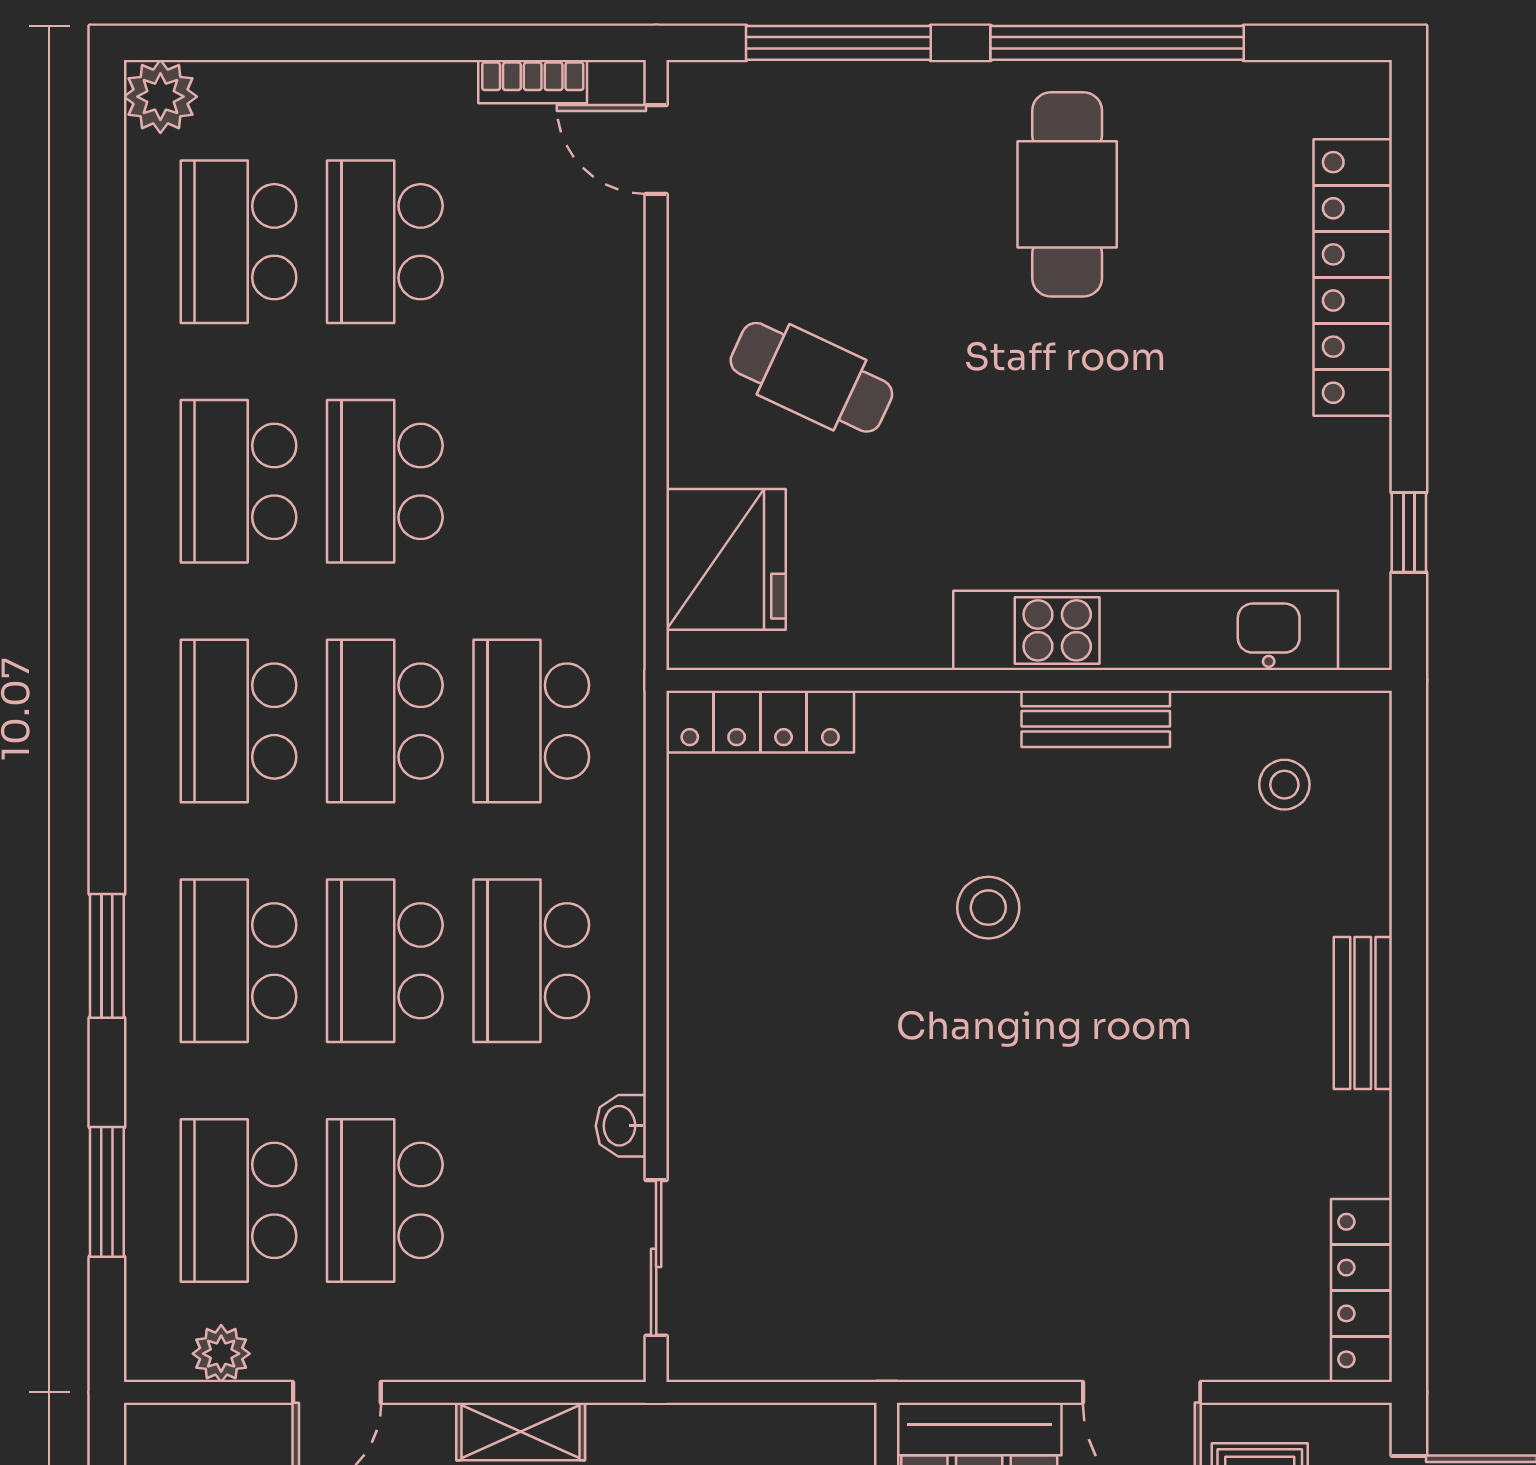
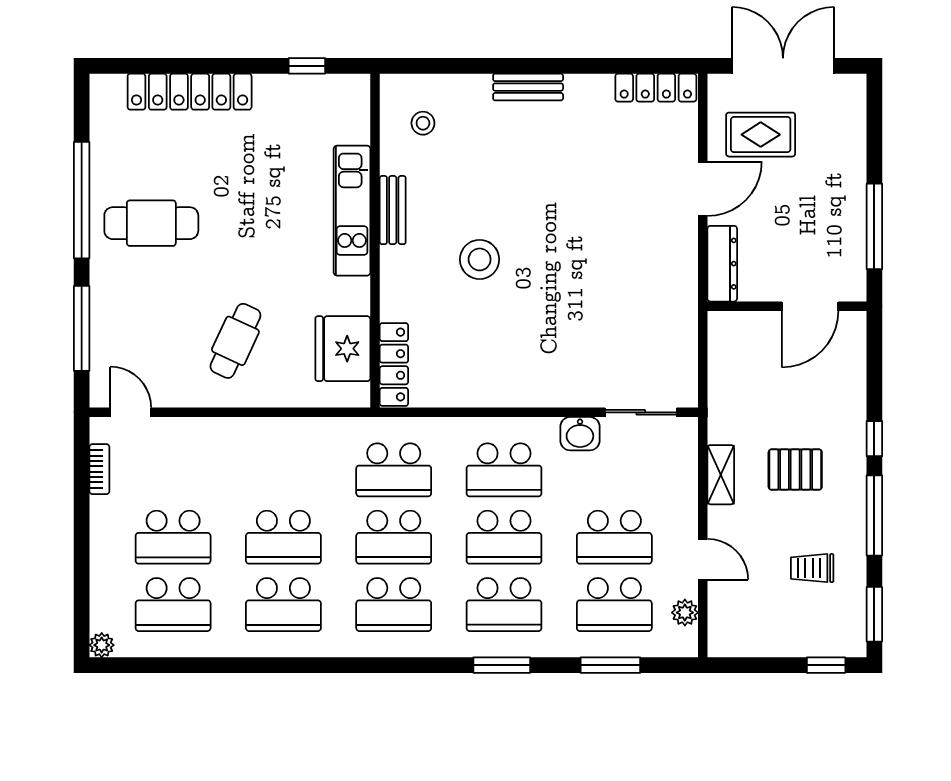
plant: (160, 97) -> (102, 645), width x0.73, depth x0.73
door: (656, 149) -> (131, 412), swing flipped
fridge: (726, 559) -> (343, 349), moved, turned -90
kitchen unit: (1146, 630) -> (352, 211), width x0.73
stool: (988, 908) -> (480, 259), width x1.38, depth x1.38
washbasin: (621, 1126) -> (580, 434), width x1.38, depth x1.45

